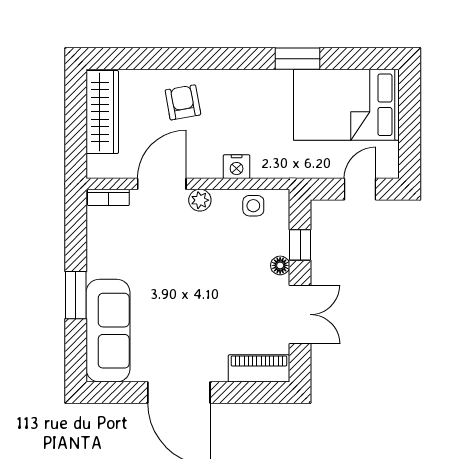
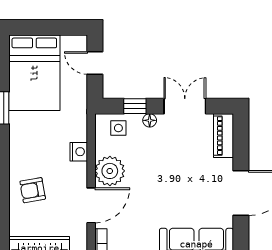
door: (162, 184) -> (91, 205), swing flipped
plant: (200, 200) -> (110, 171), width x1.87, depth x1.87
side table: (253, 206) -> (118, 128), moved

